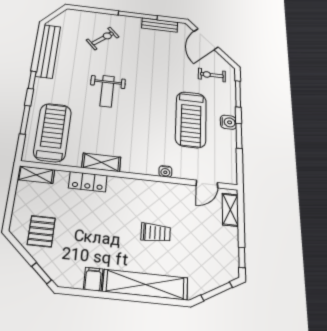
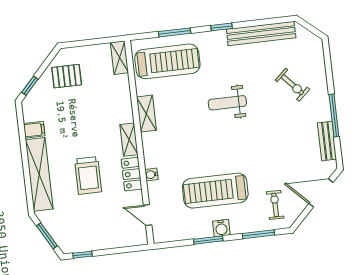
locker: (88, 182) -> (132, 174), moved
shelving: (230, 210) -> (129, 140), moved, turned 90
trolley: (156, 233) -> (88, 175), width x1.36, depth x1.39

